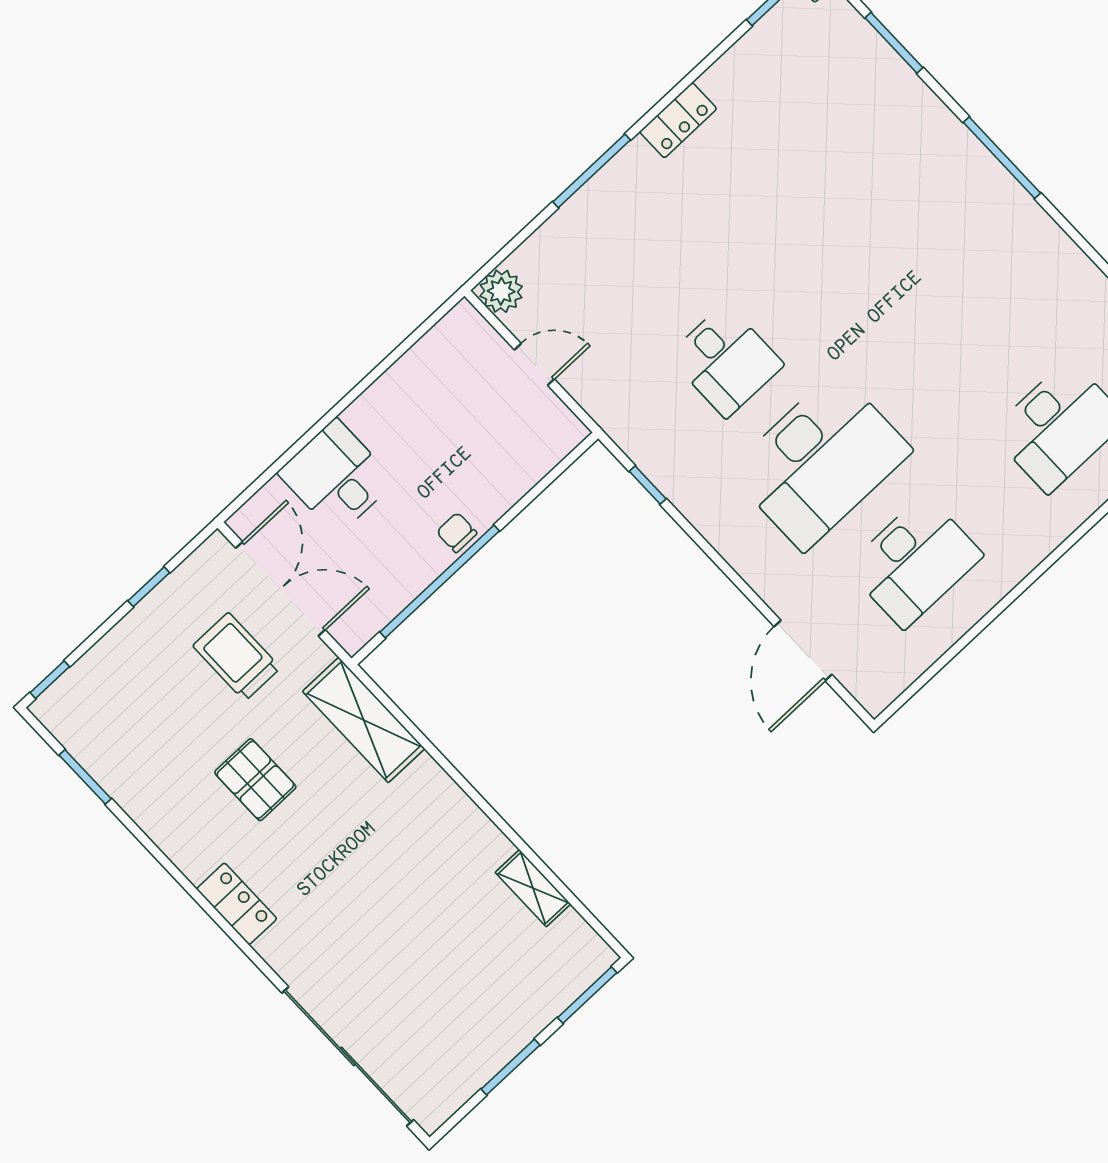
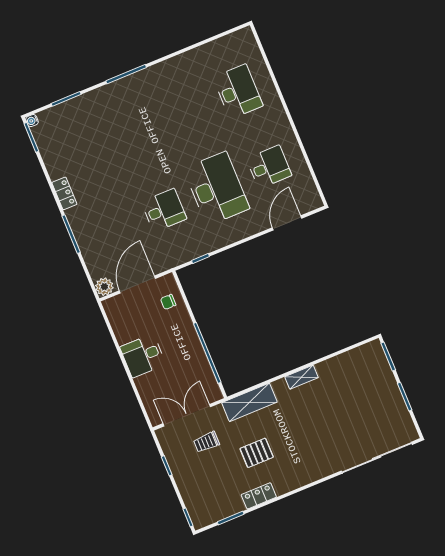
door: (534, 364) -> (137, 285), width x1.88
desk: (337, 477) -> (143, 356), moved
chair: (457, 532) -> (168, 302), moved
desk: (914, 561) -> (269, 167), width x0.73
door: (803, 650) -> (287, 223), swing flipped
trolley: (237, 657) -> (206, 442), width x0.73, depth x0.72
shelving: (533, 888) -> (302, 377), moved
locker: (237, 904) -> (259, 496), moved

